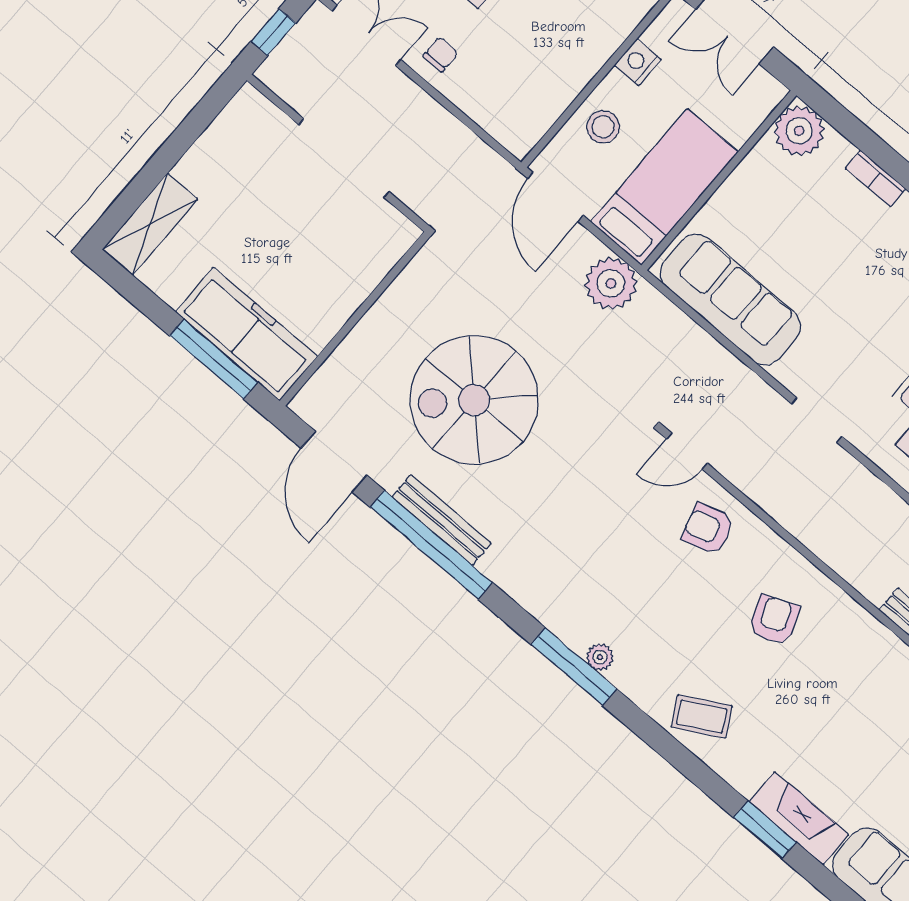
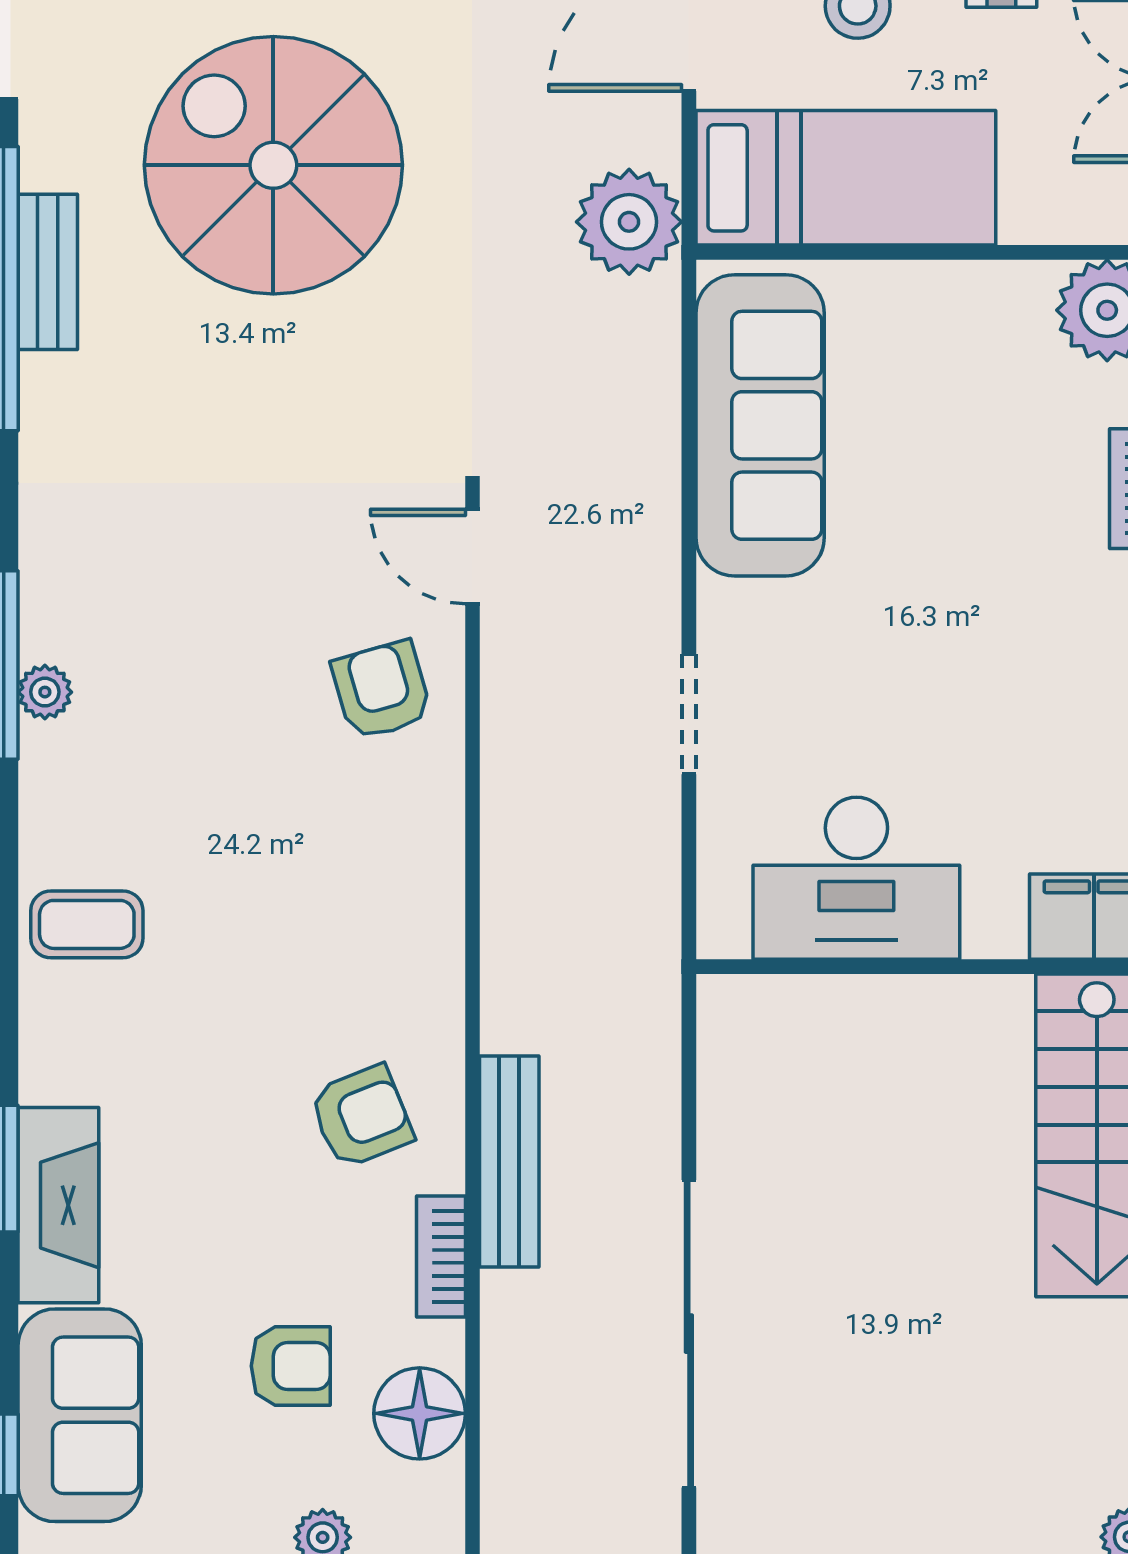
bench: (442, 520) -> (48, 272), width x0.73
armchair: (774, 620) -> (361, 1117), moved
coffee table: (702, 716) -> (87, 924), turned -61

